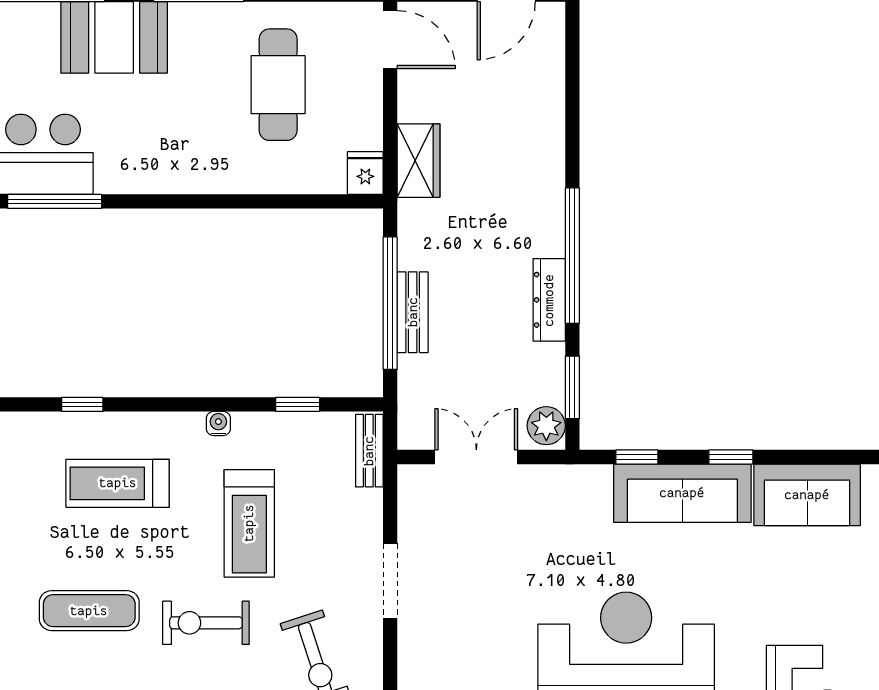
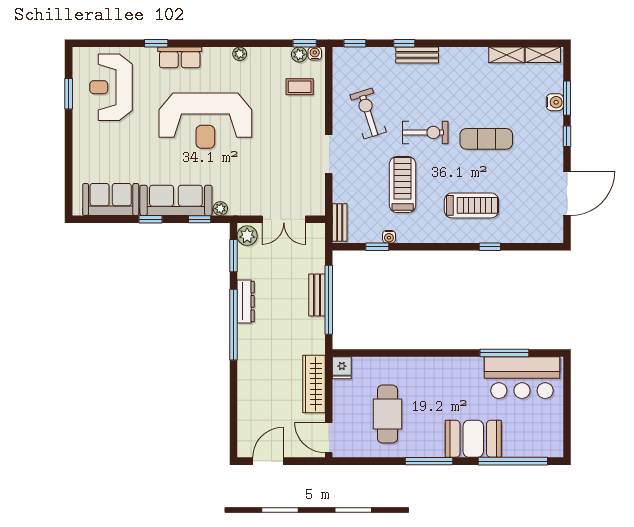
wardrobe: (419, 161) -> (314, 384), width x1.50
water cooler: (218, 424) -> (389, 237), moved
plant: (597, 477) -> (220, 209), added

